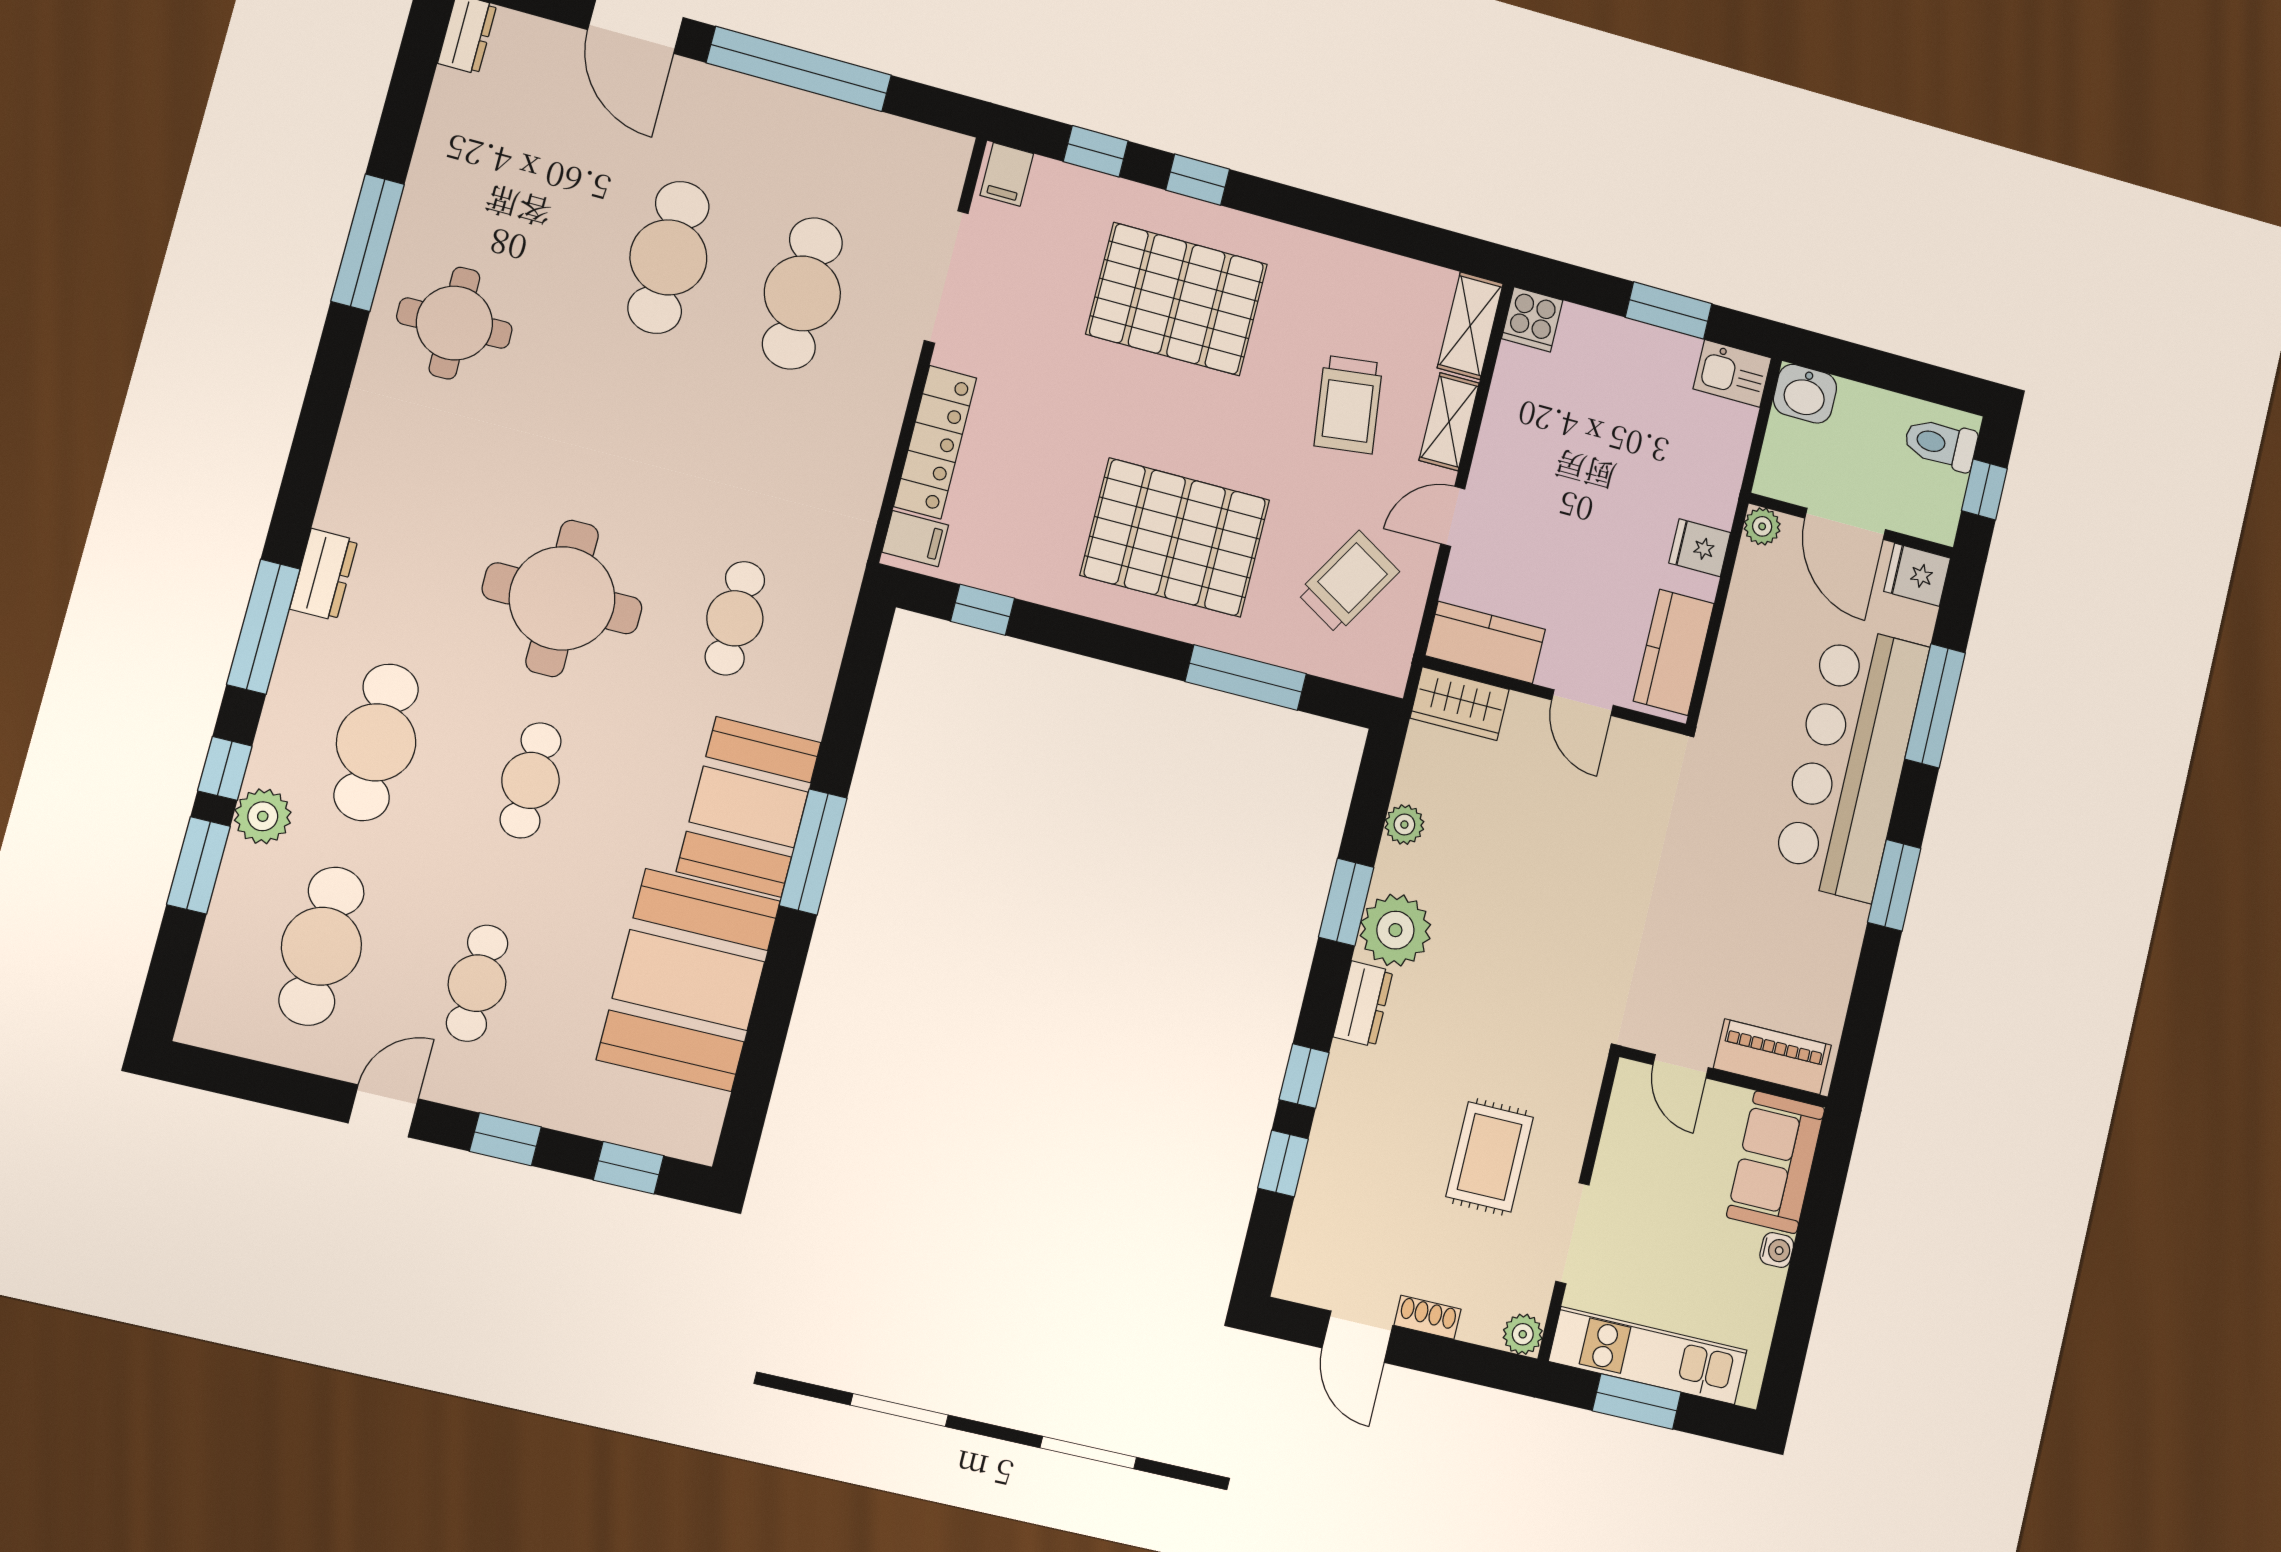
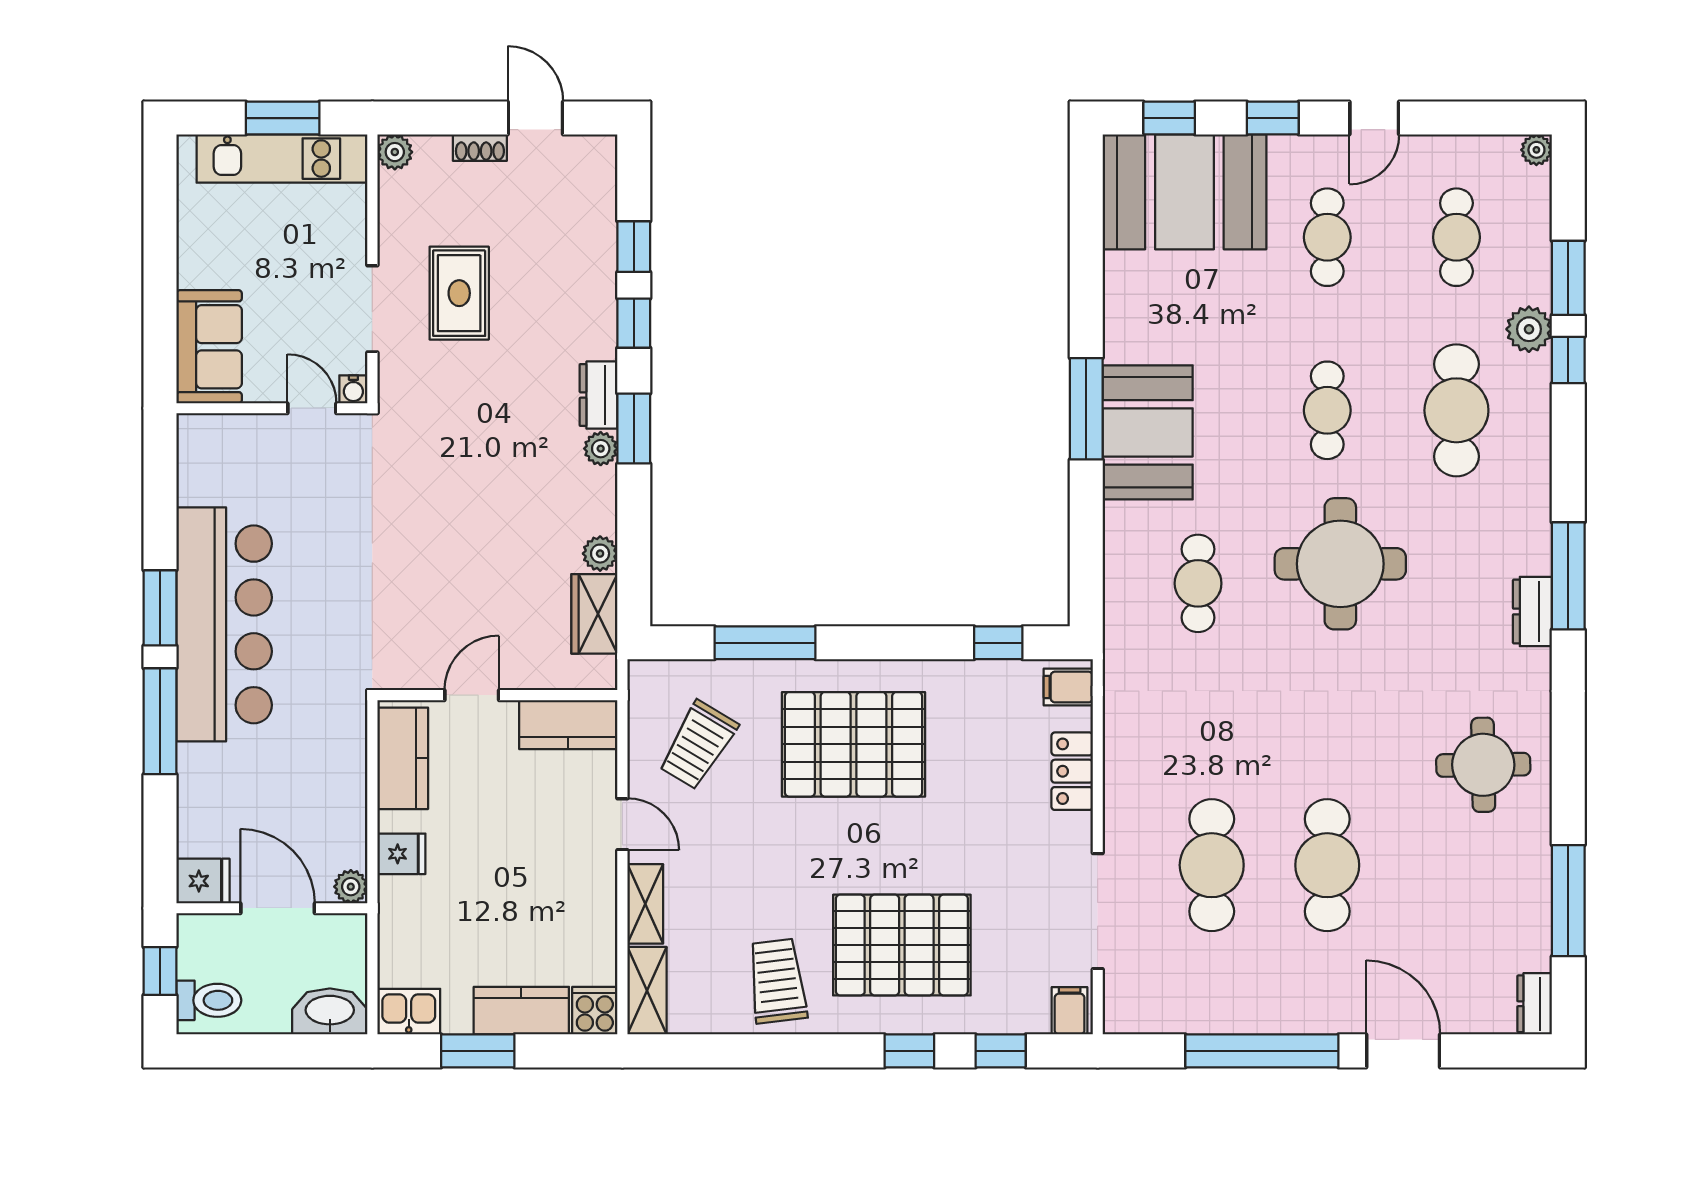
window: (368, 243) -> (1568, 901), moved
kitchen counter: (1611, 341) -> (521, 1011), added
washbasin: (1805, 394) -> (330, 1011), width x1.38
trolley: (1348, 405) -> (777, 981), moved
locker: (935, 442) -> (1072, 771), width x0.66
door: (1453, 516) -> (622, 824), hinge flipped
dresser: (324, 575) -> (1532, 611), moved
window: (263, 627) -> (1568, 576), moved
door: (1583, 703) -> (472, 695), hinge flipped
wardrobe: (1460, 704) -> (594, 614), moved, turned -90
window: (1935, 706) -> (160, 721), moved
bar counter: (1850, 762) -> (224, 624), moved
window: (1346, 902) -> (634, 428), moved
plant: (1395, 930) -> (601, 449), width x0.53, depth x0.53
cafe table: (321, 946) -> (1456, 237), width x0.73, depth x0.74
booth: (689, 980) -> (1184, 192), moved, turned 90
plant: (196, 1027) -> (1536, 150), added
piano: (1772, 1057) -> (233, 435), removed
doorway: (1572, 1233) -> (372, 309), moved
water cooler: (1777, 1250) -> (353, 389), moved, turned -90

